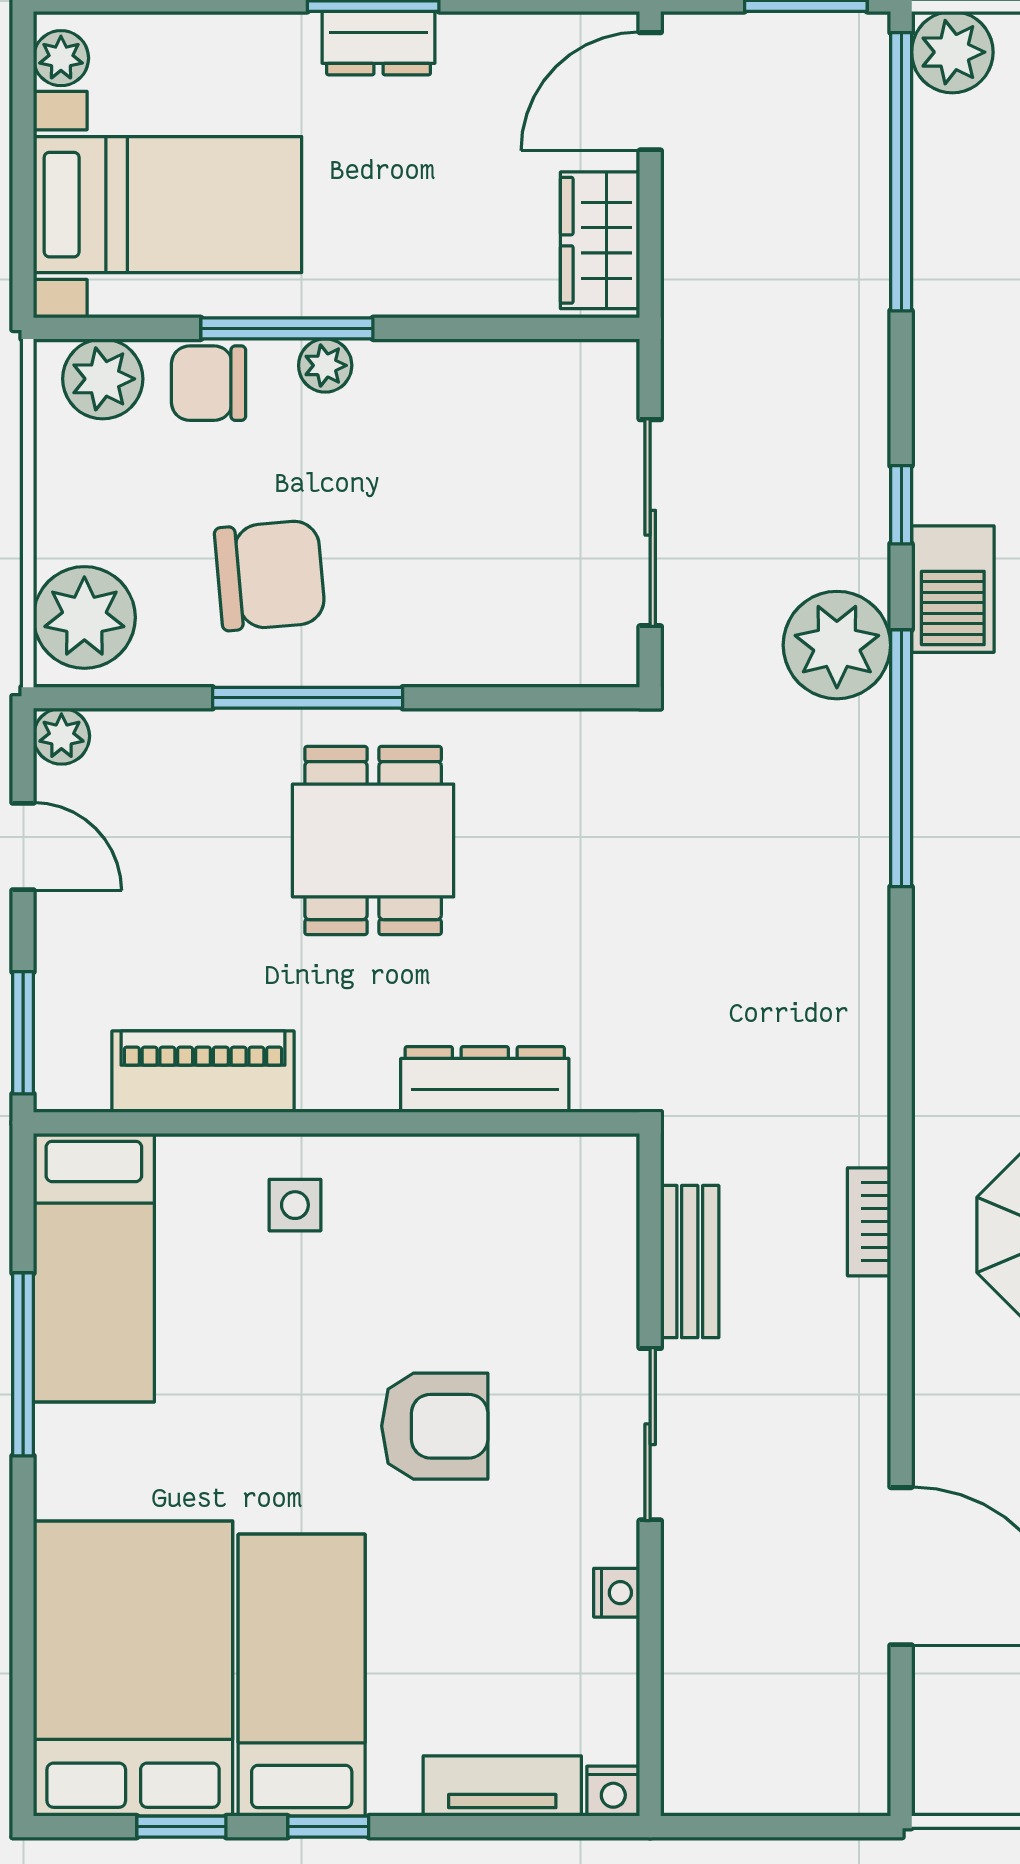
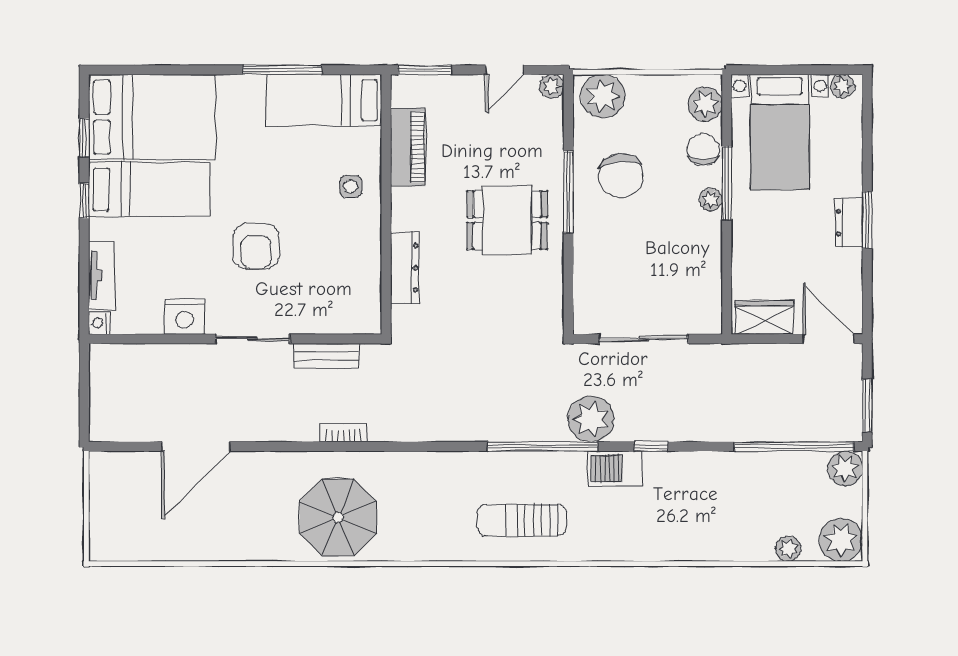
nightstand: (617, 1593) -> (185, 317), width x1.89, depth x1.79

